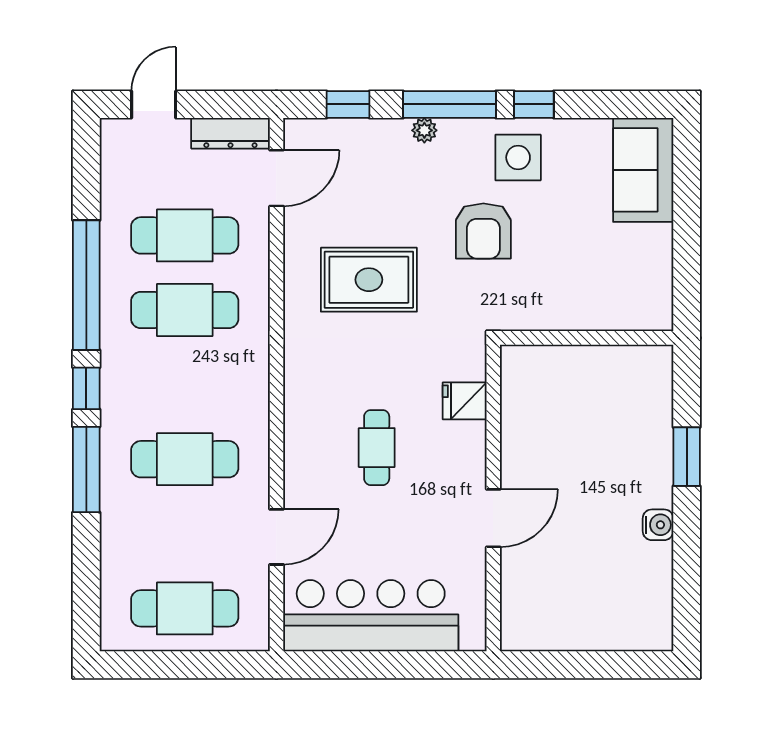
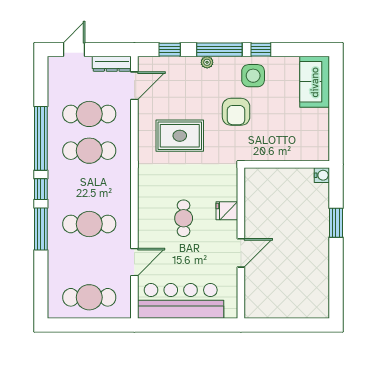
fridge: (465, 401) -> (227, 211), moved
water cooler: (658, 525) -> (322, 175), moved

